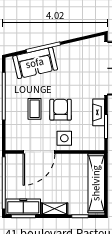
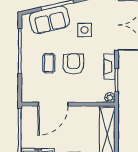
side table: (64, 138) -> (84, 30), moved
plant: (99, 145) -> (110, 98), added

